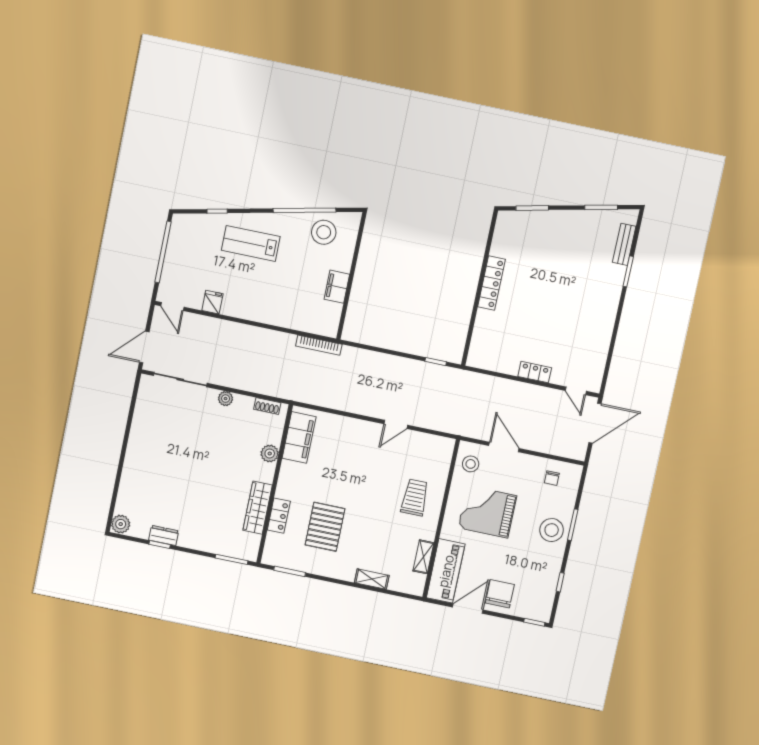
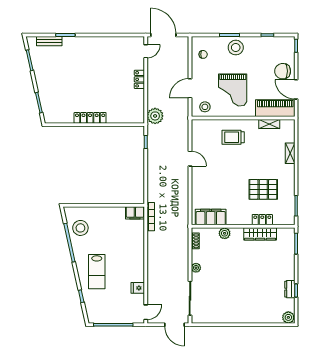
filing cabinet: (337, 287) -> (135, 213), moved
plant: (473, 384) -> (155, 116), added

